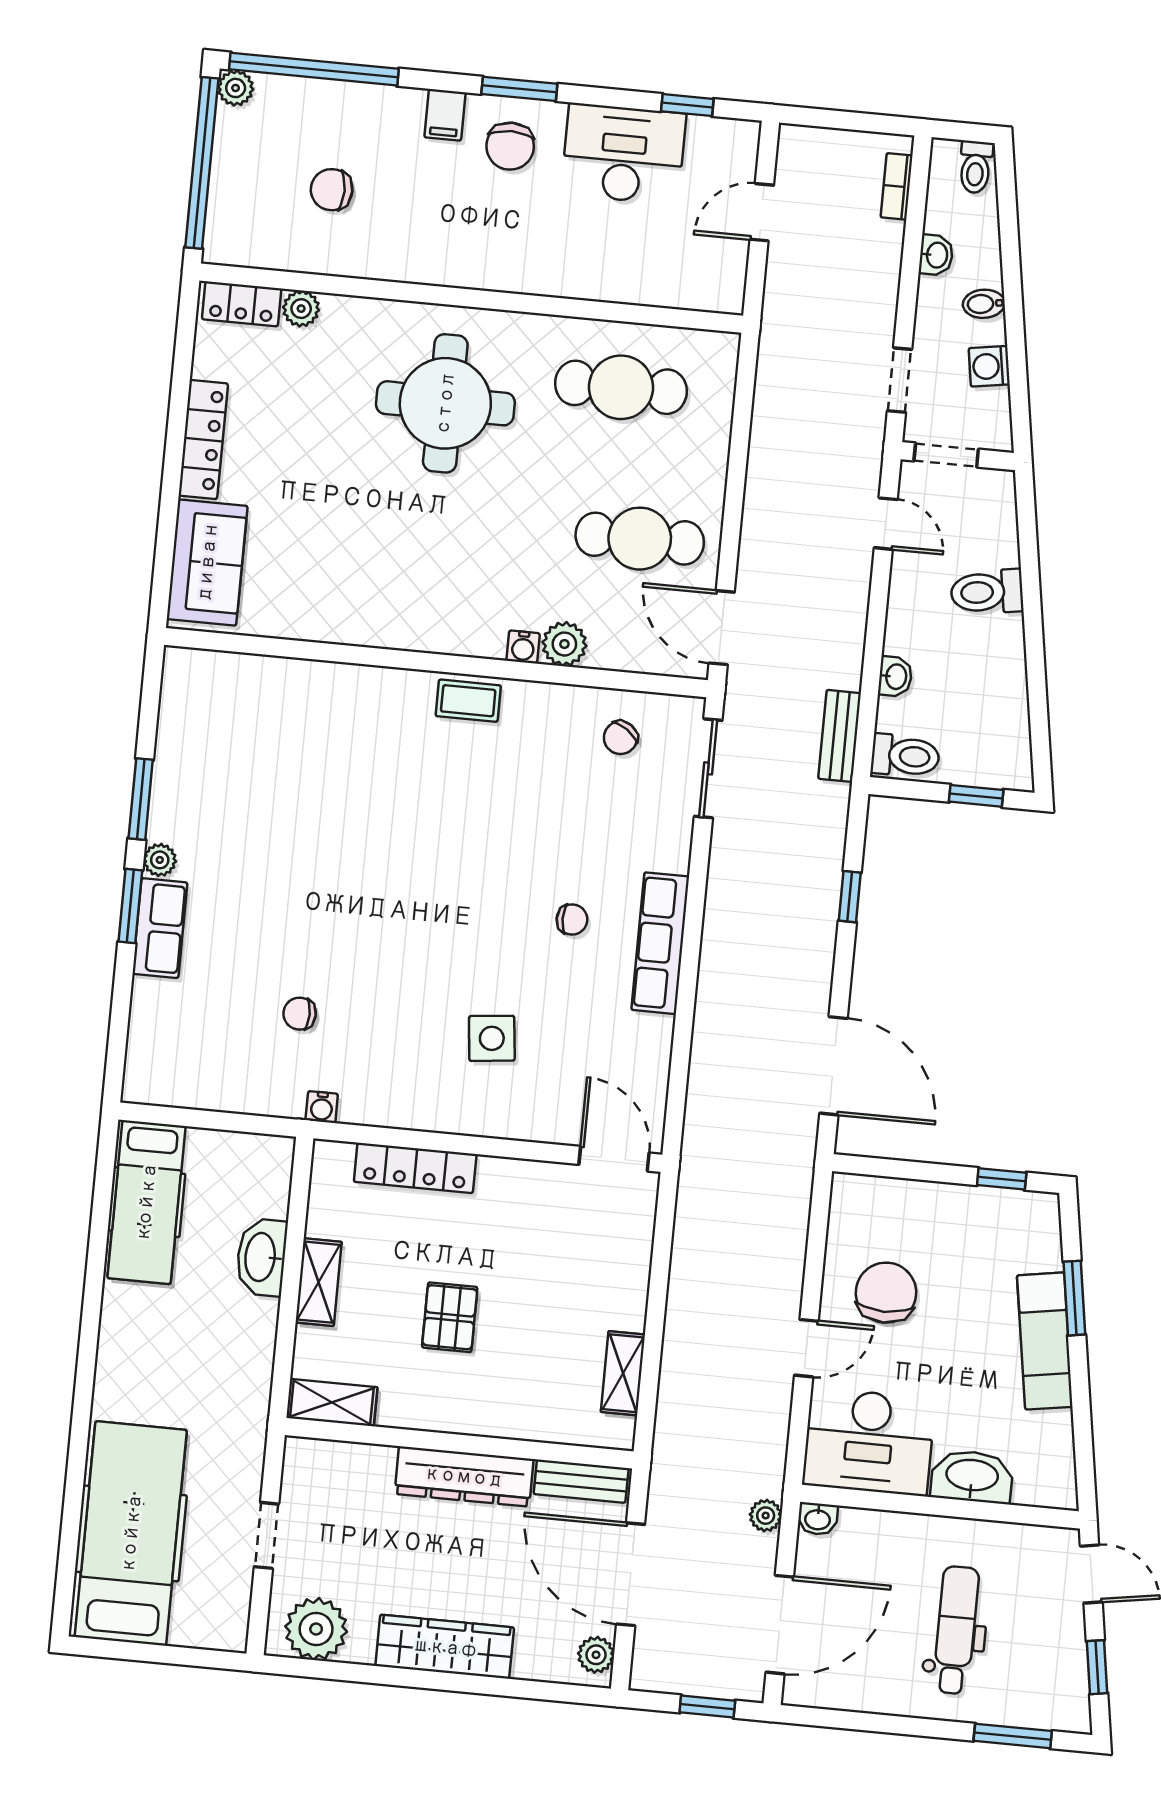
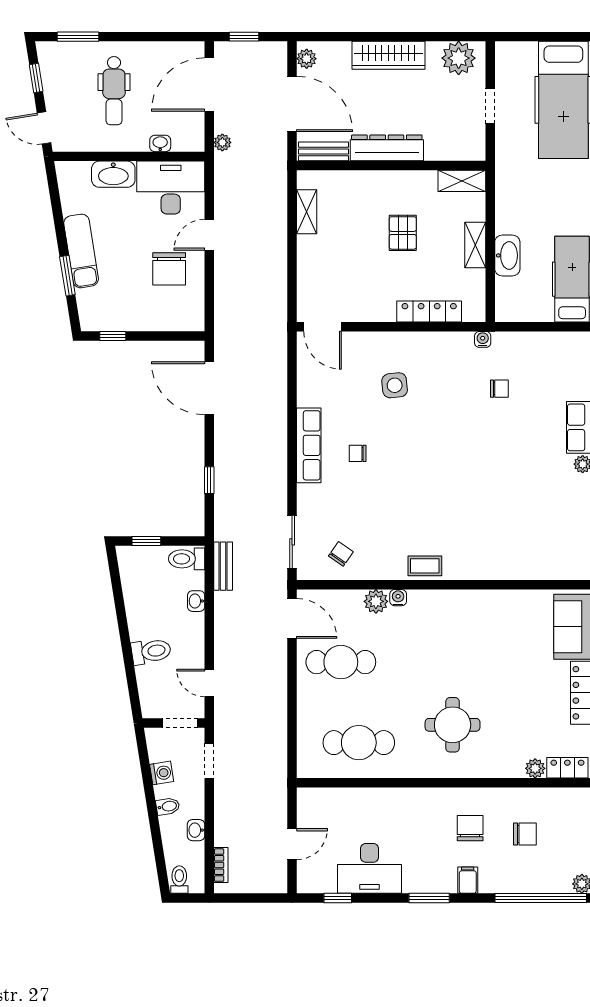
chair: (510, 146) -> (470, 828), moved
round table: (445, 403) -> (453, 725), width x0.73, depth x0.73
washbasin: (818, 1519) -> (160, 143), moved

